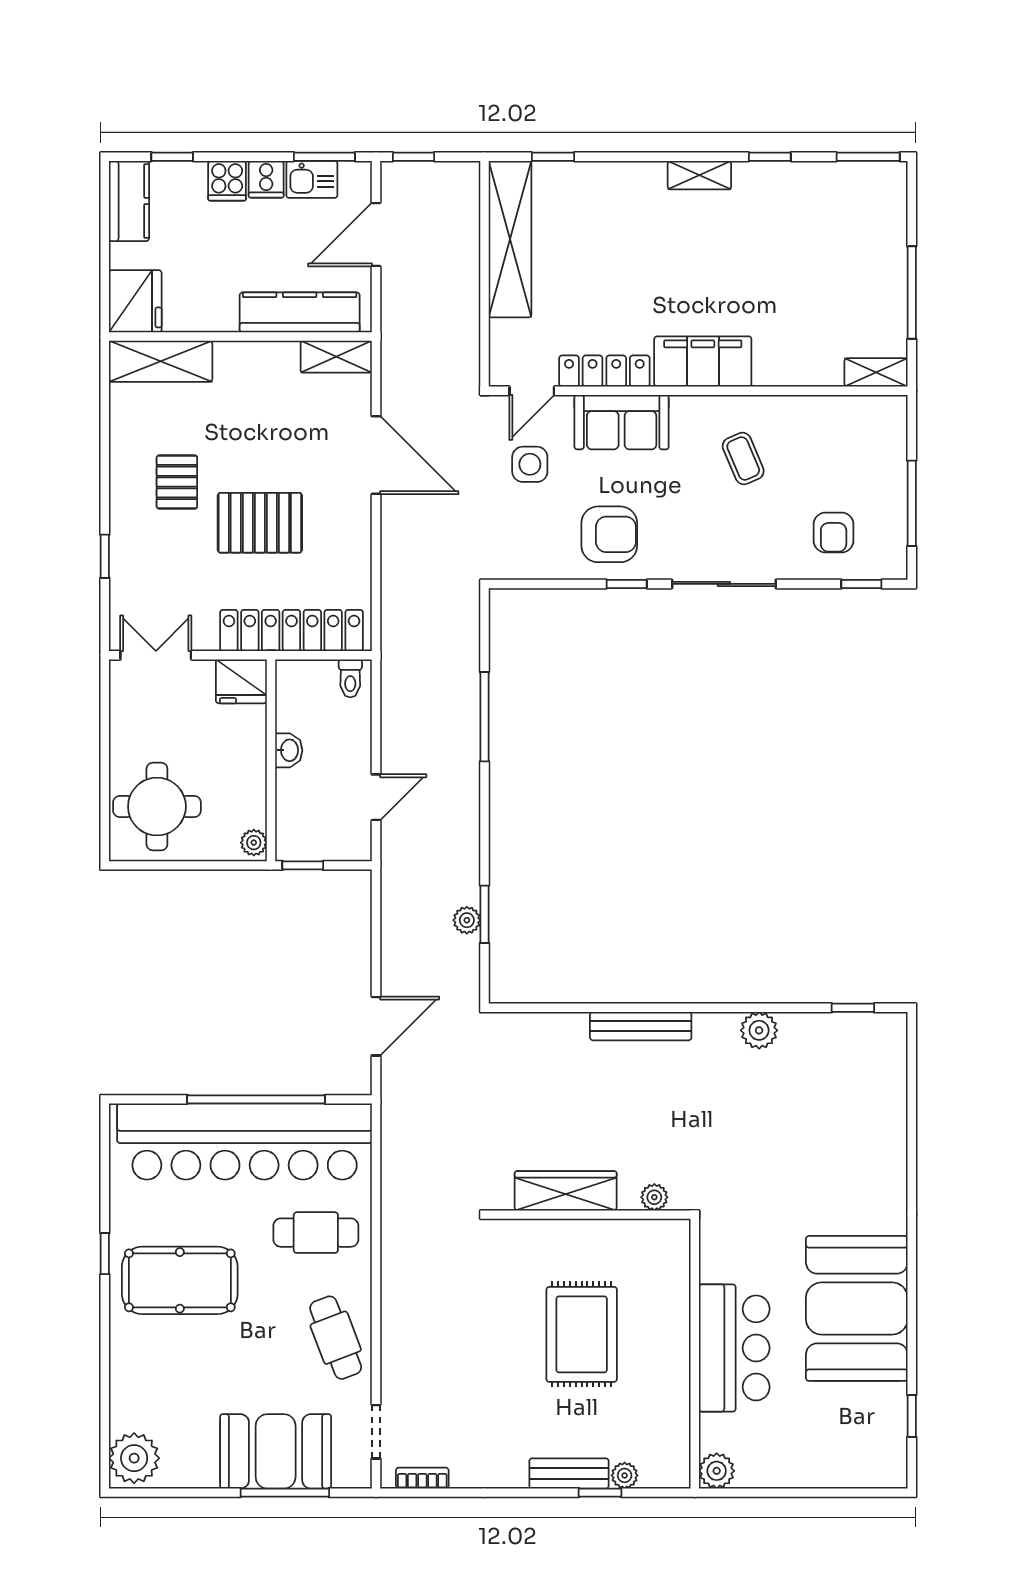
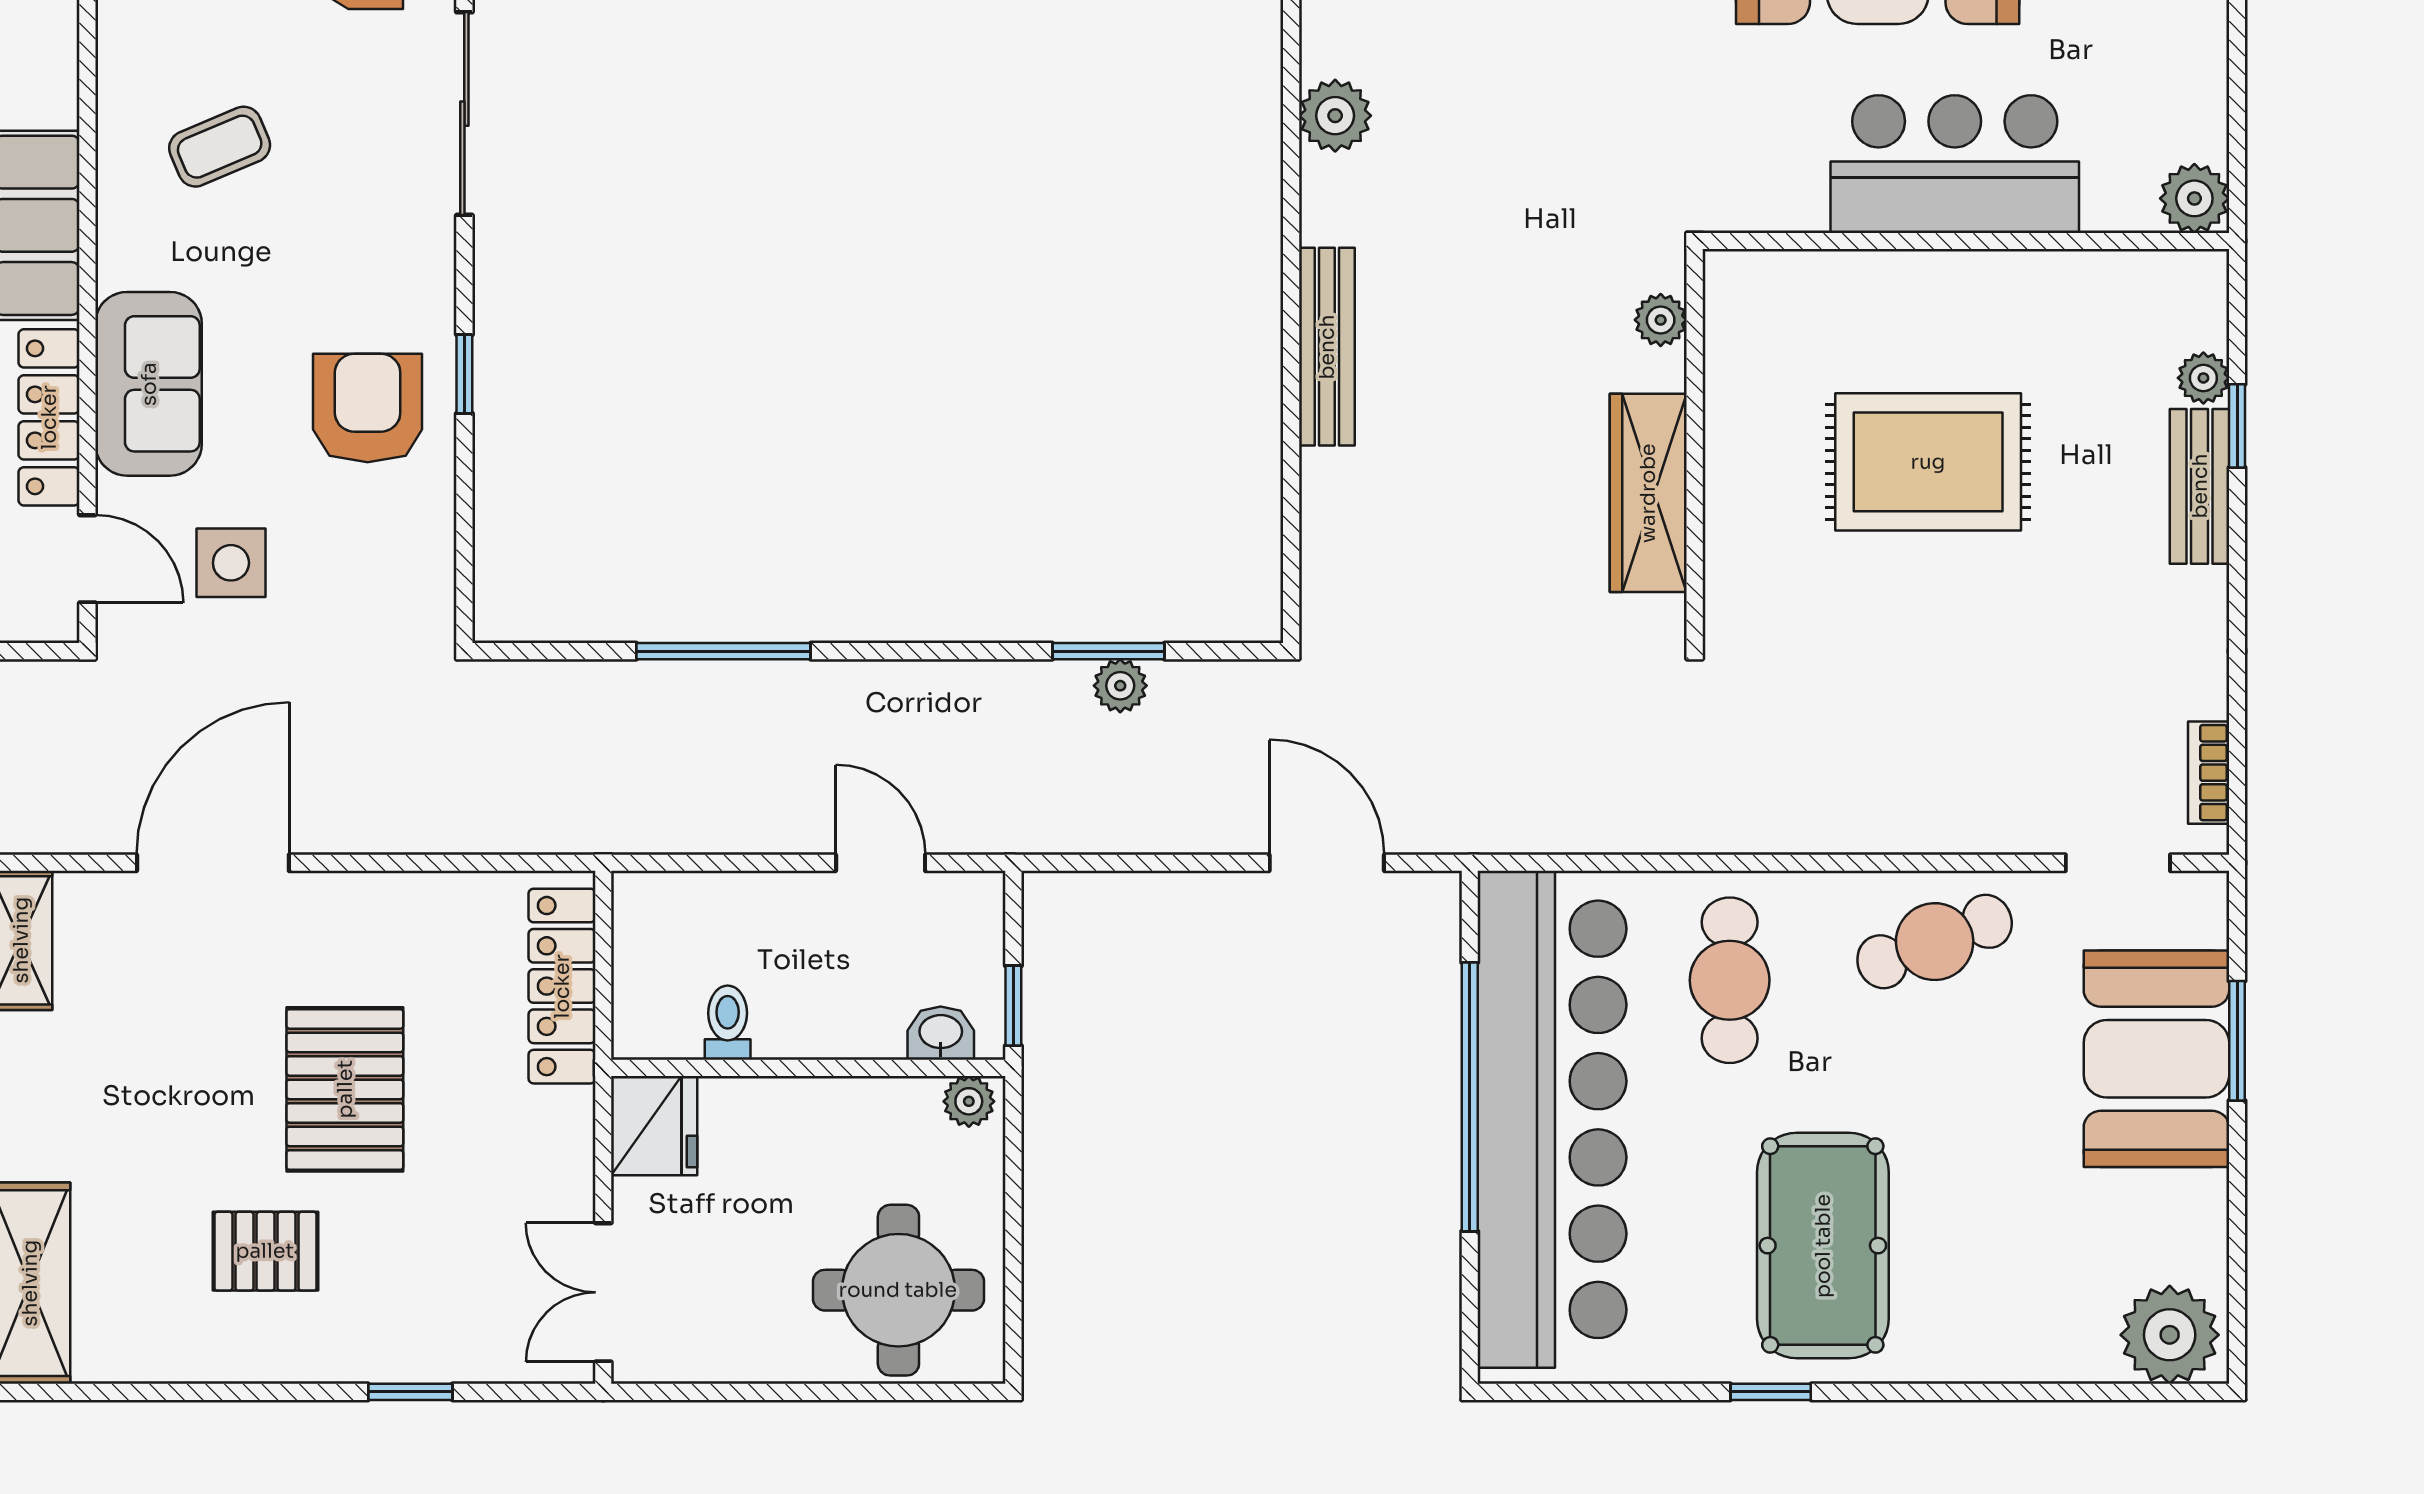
sliding door: (724, 584) -> (464, 114), moved
locker: (291, 630) -> (562, 986), width x0.71, depth x0.83
toilet: (350, 678) -> (728, 1023), moved, turned -90
washbasin: (289, 750) -> (941, 1033), moved
window: (285, 1493) -> (2237, 1041), width x0.69

